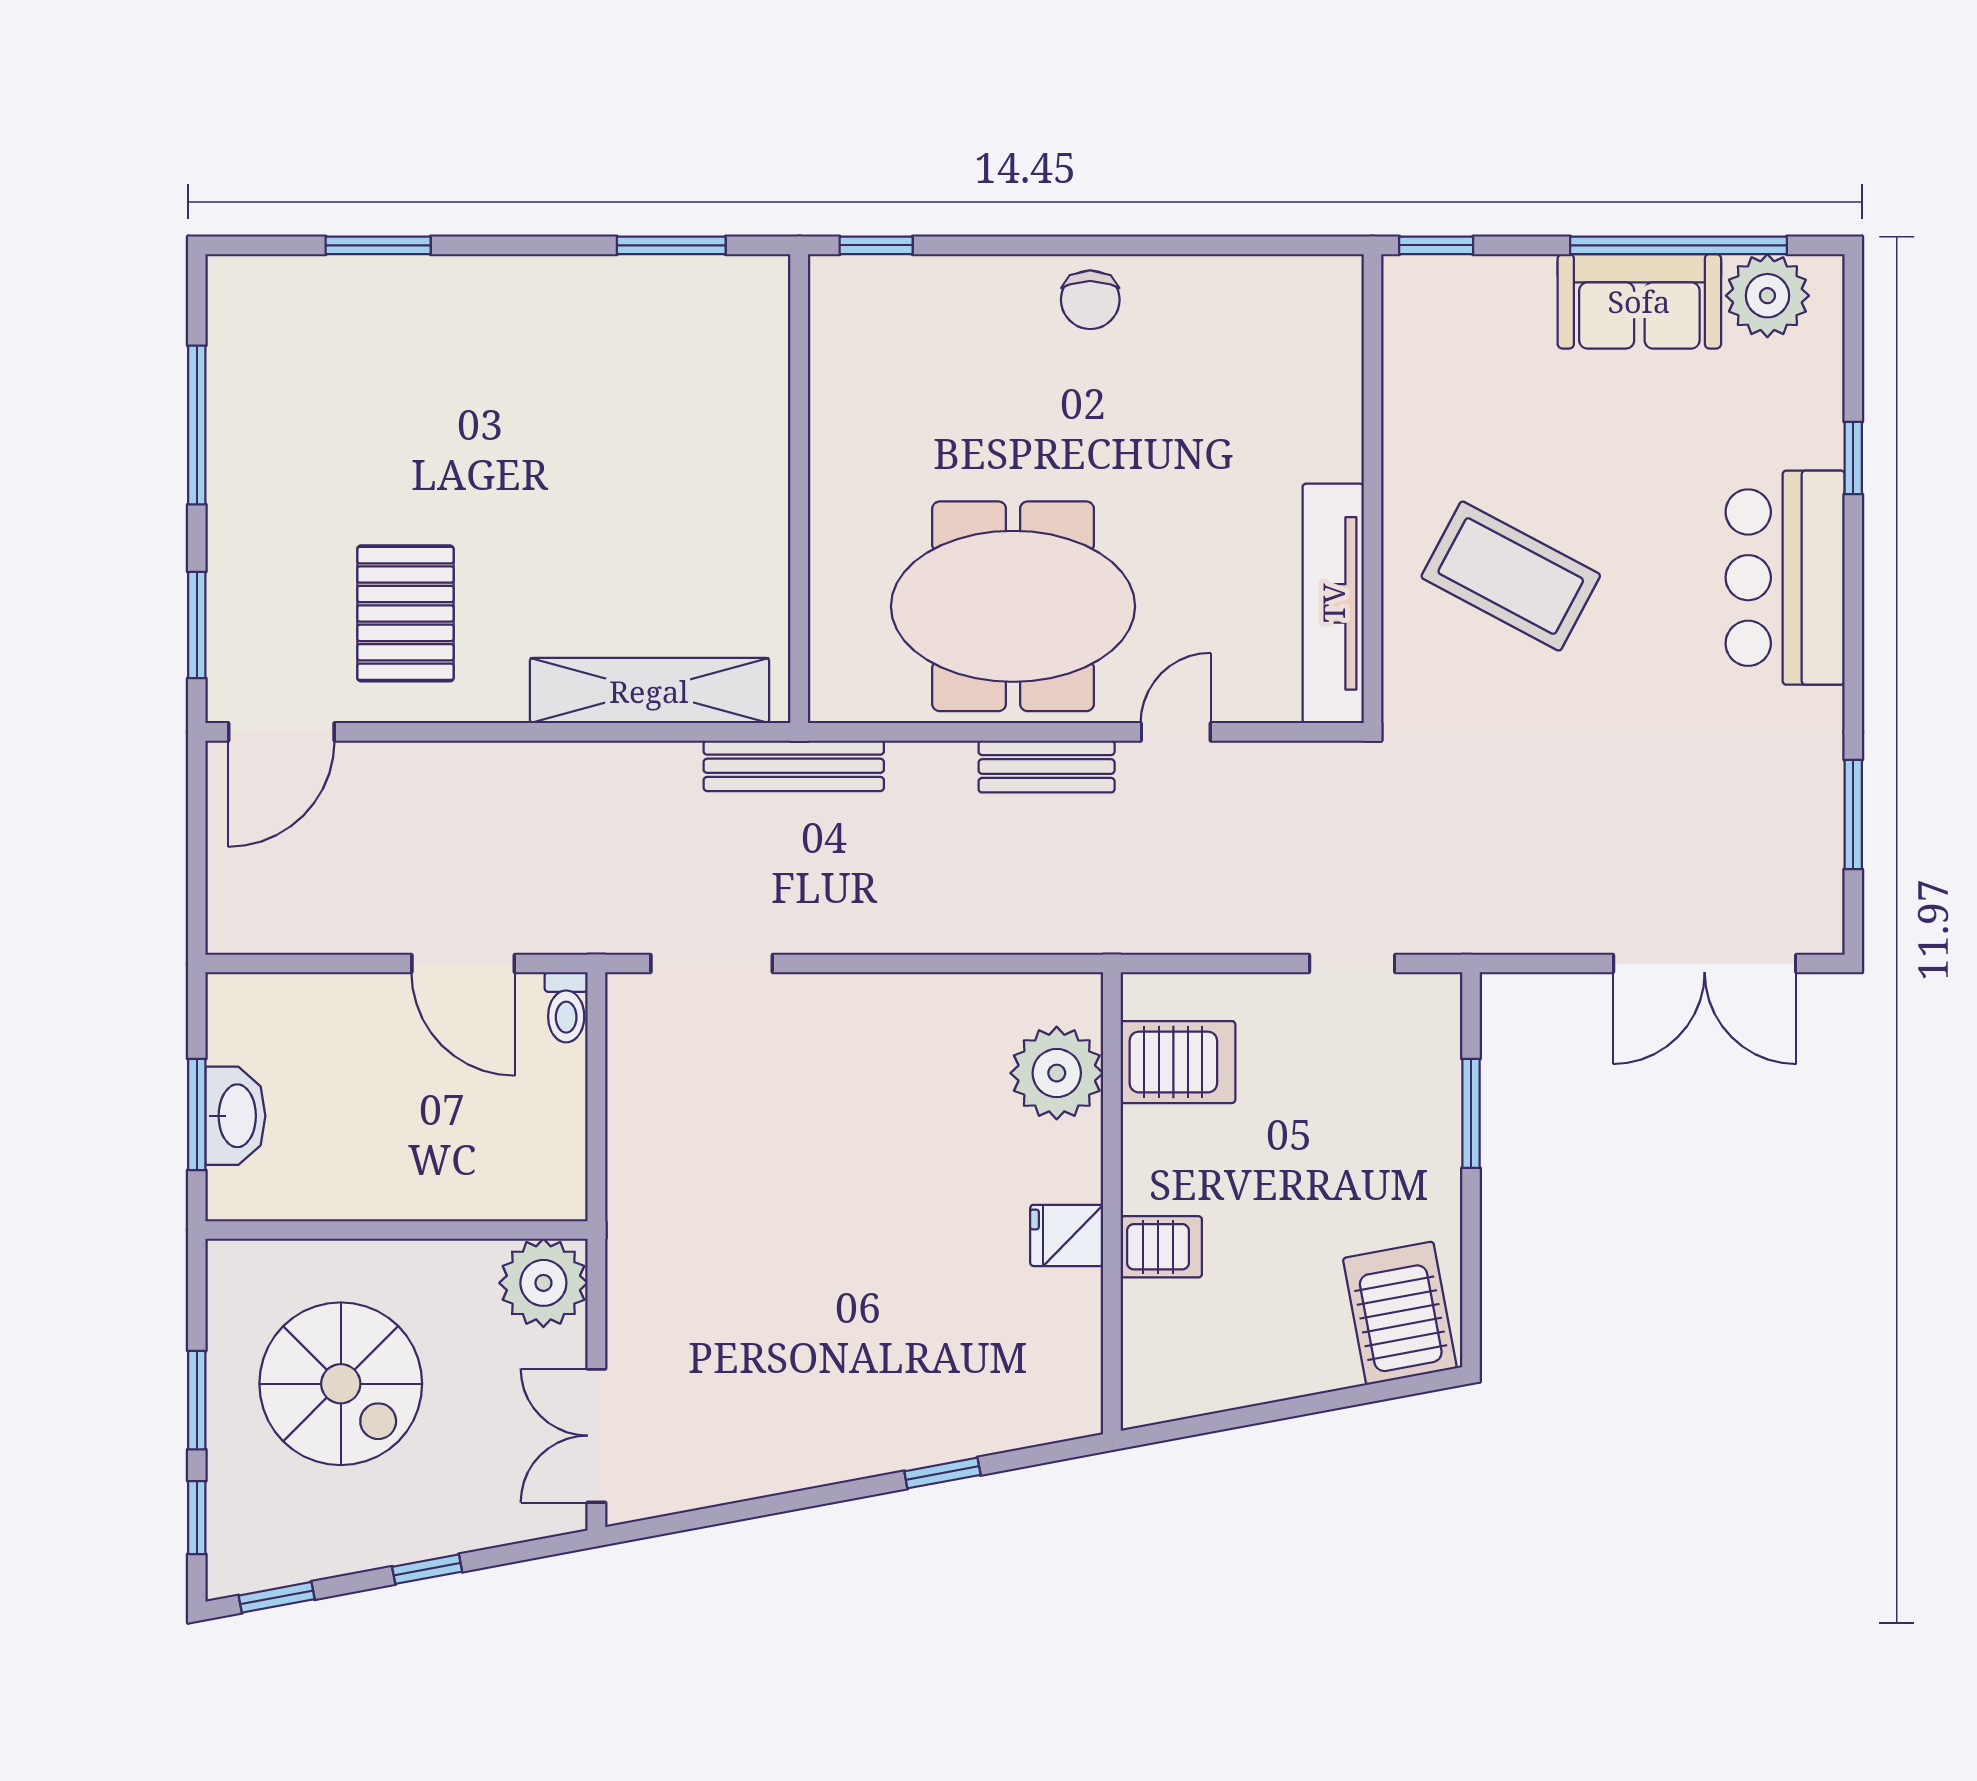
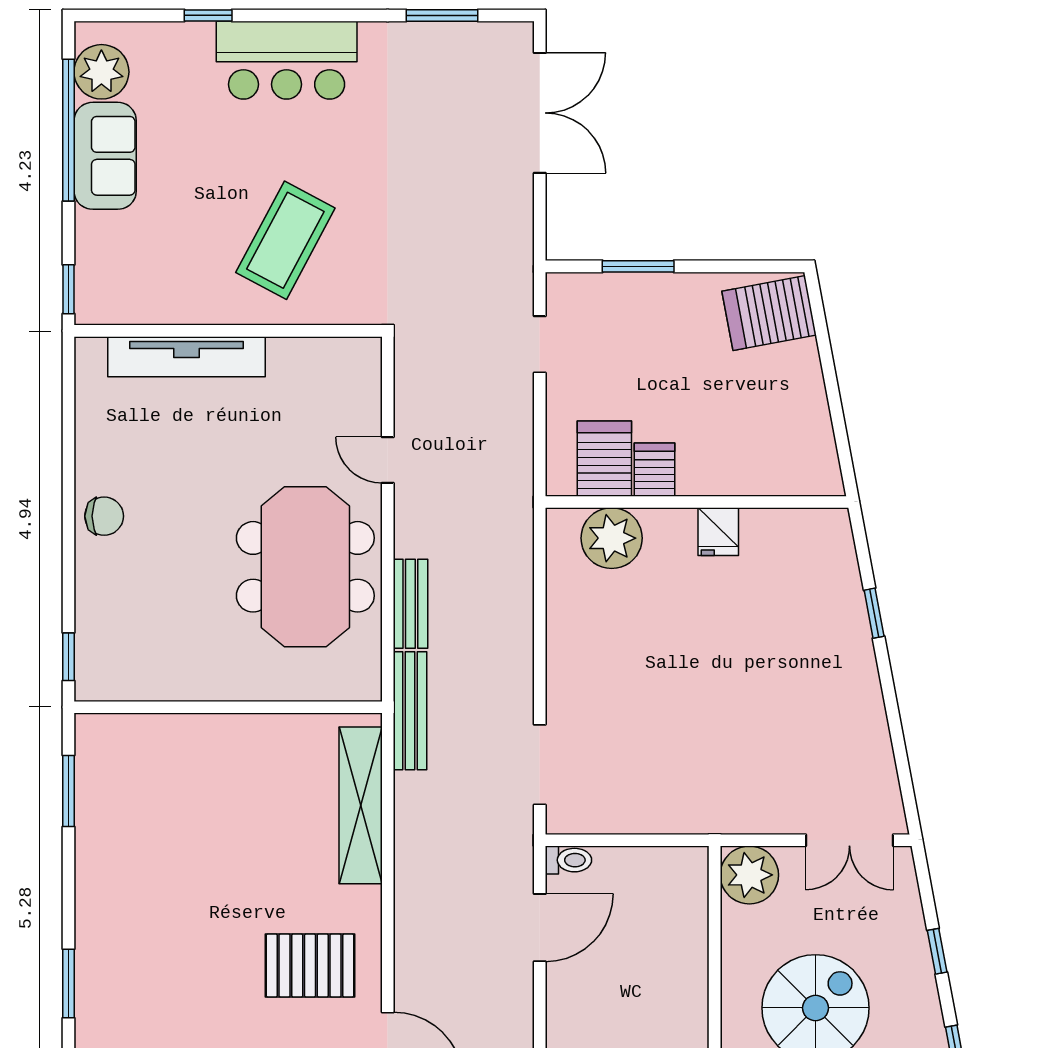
tv unit: (1333, 603) -> (187, 357), moved
bench: (1047, 767) -> (410, 604), moved
server rack: (1161, 1247) -> (654, 470), moved

